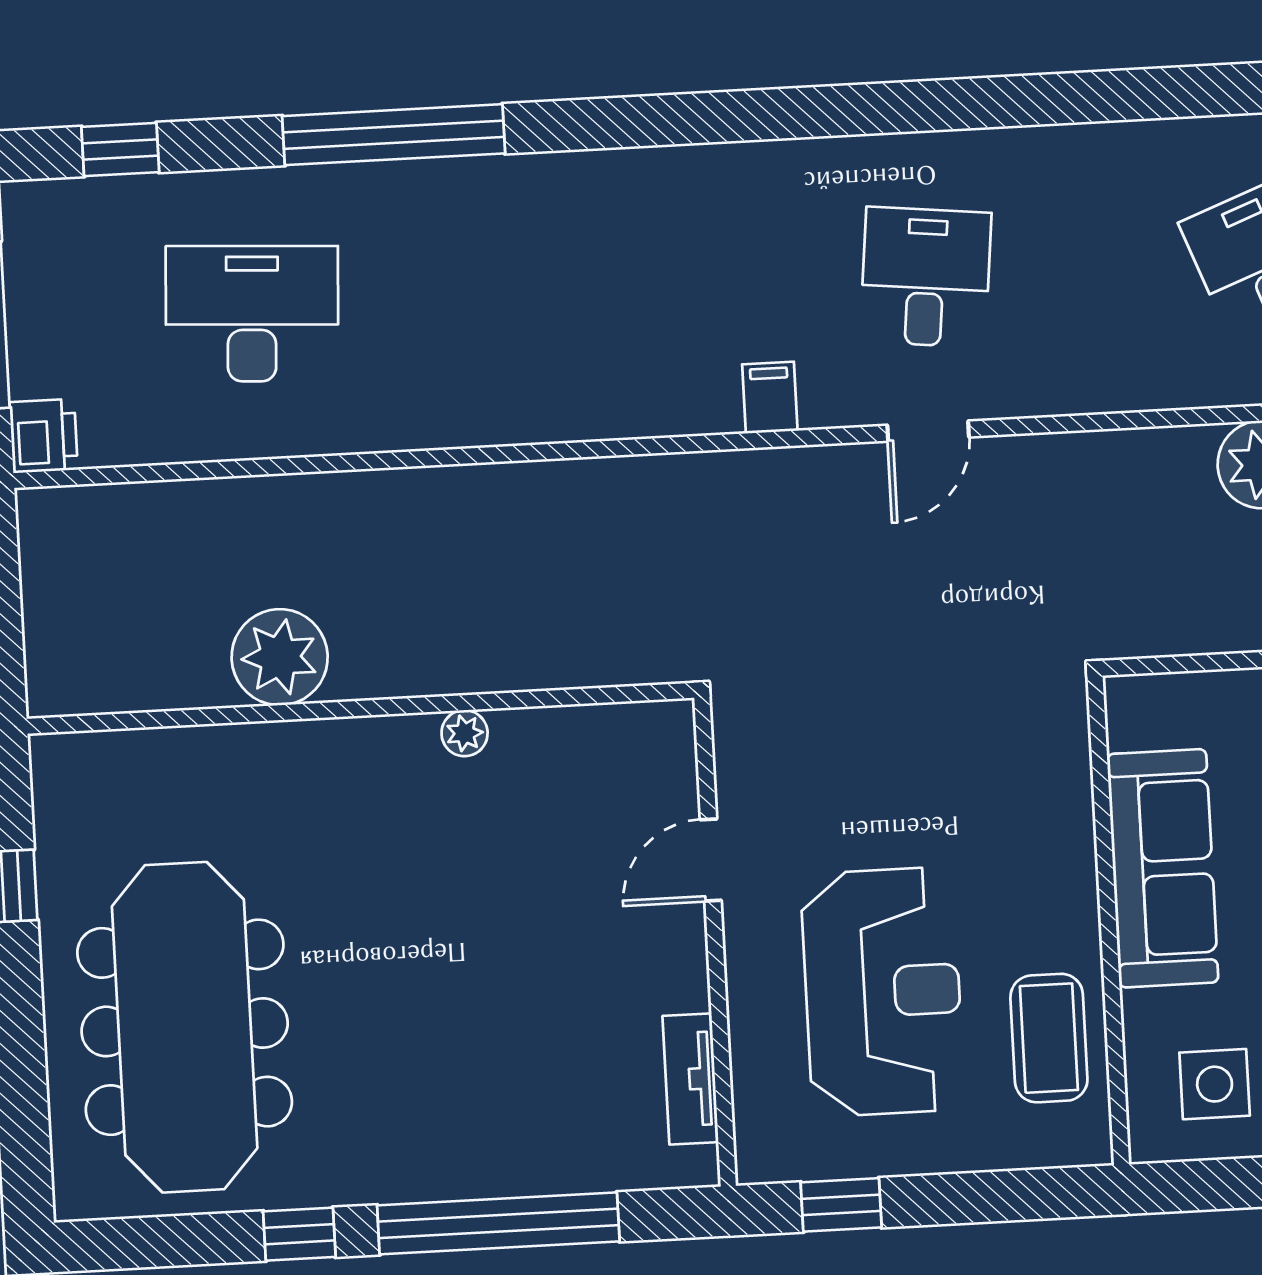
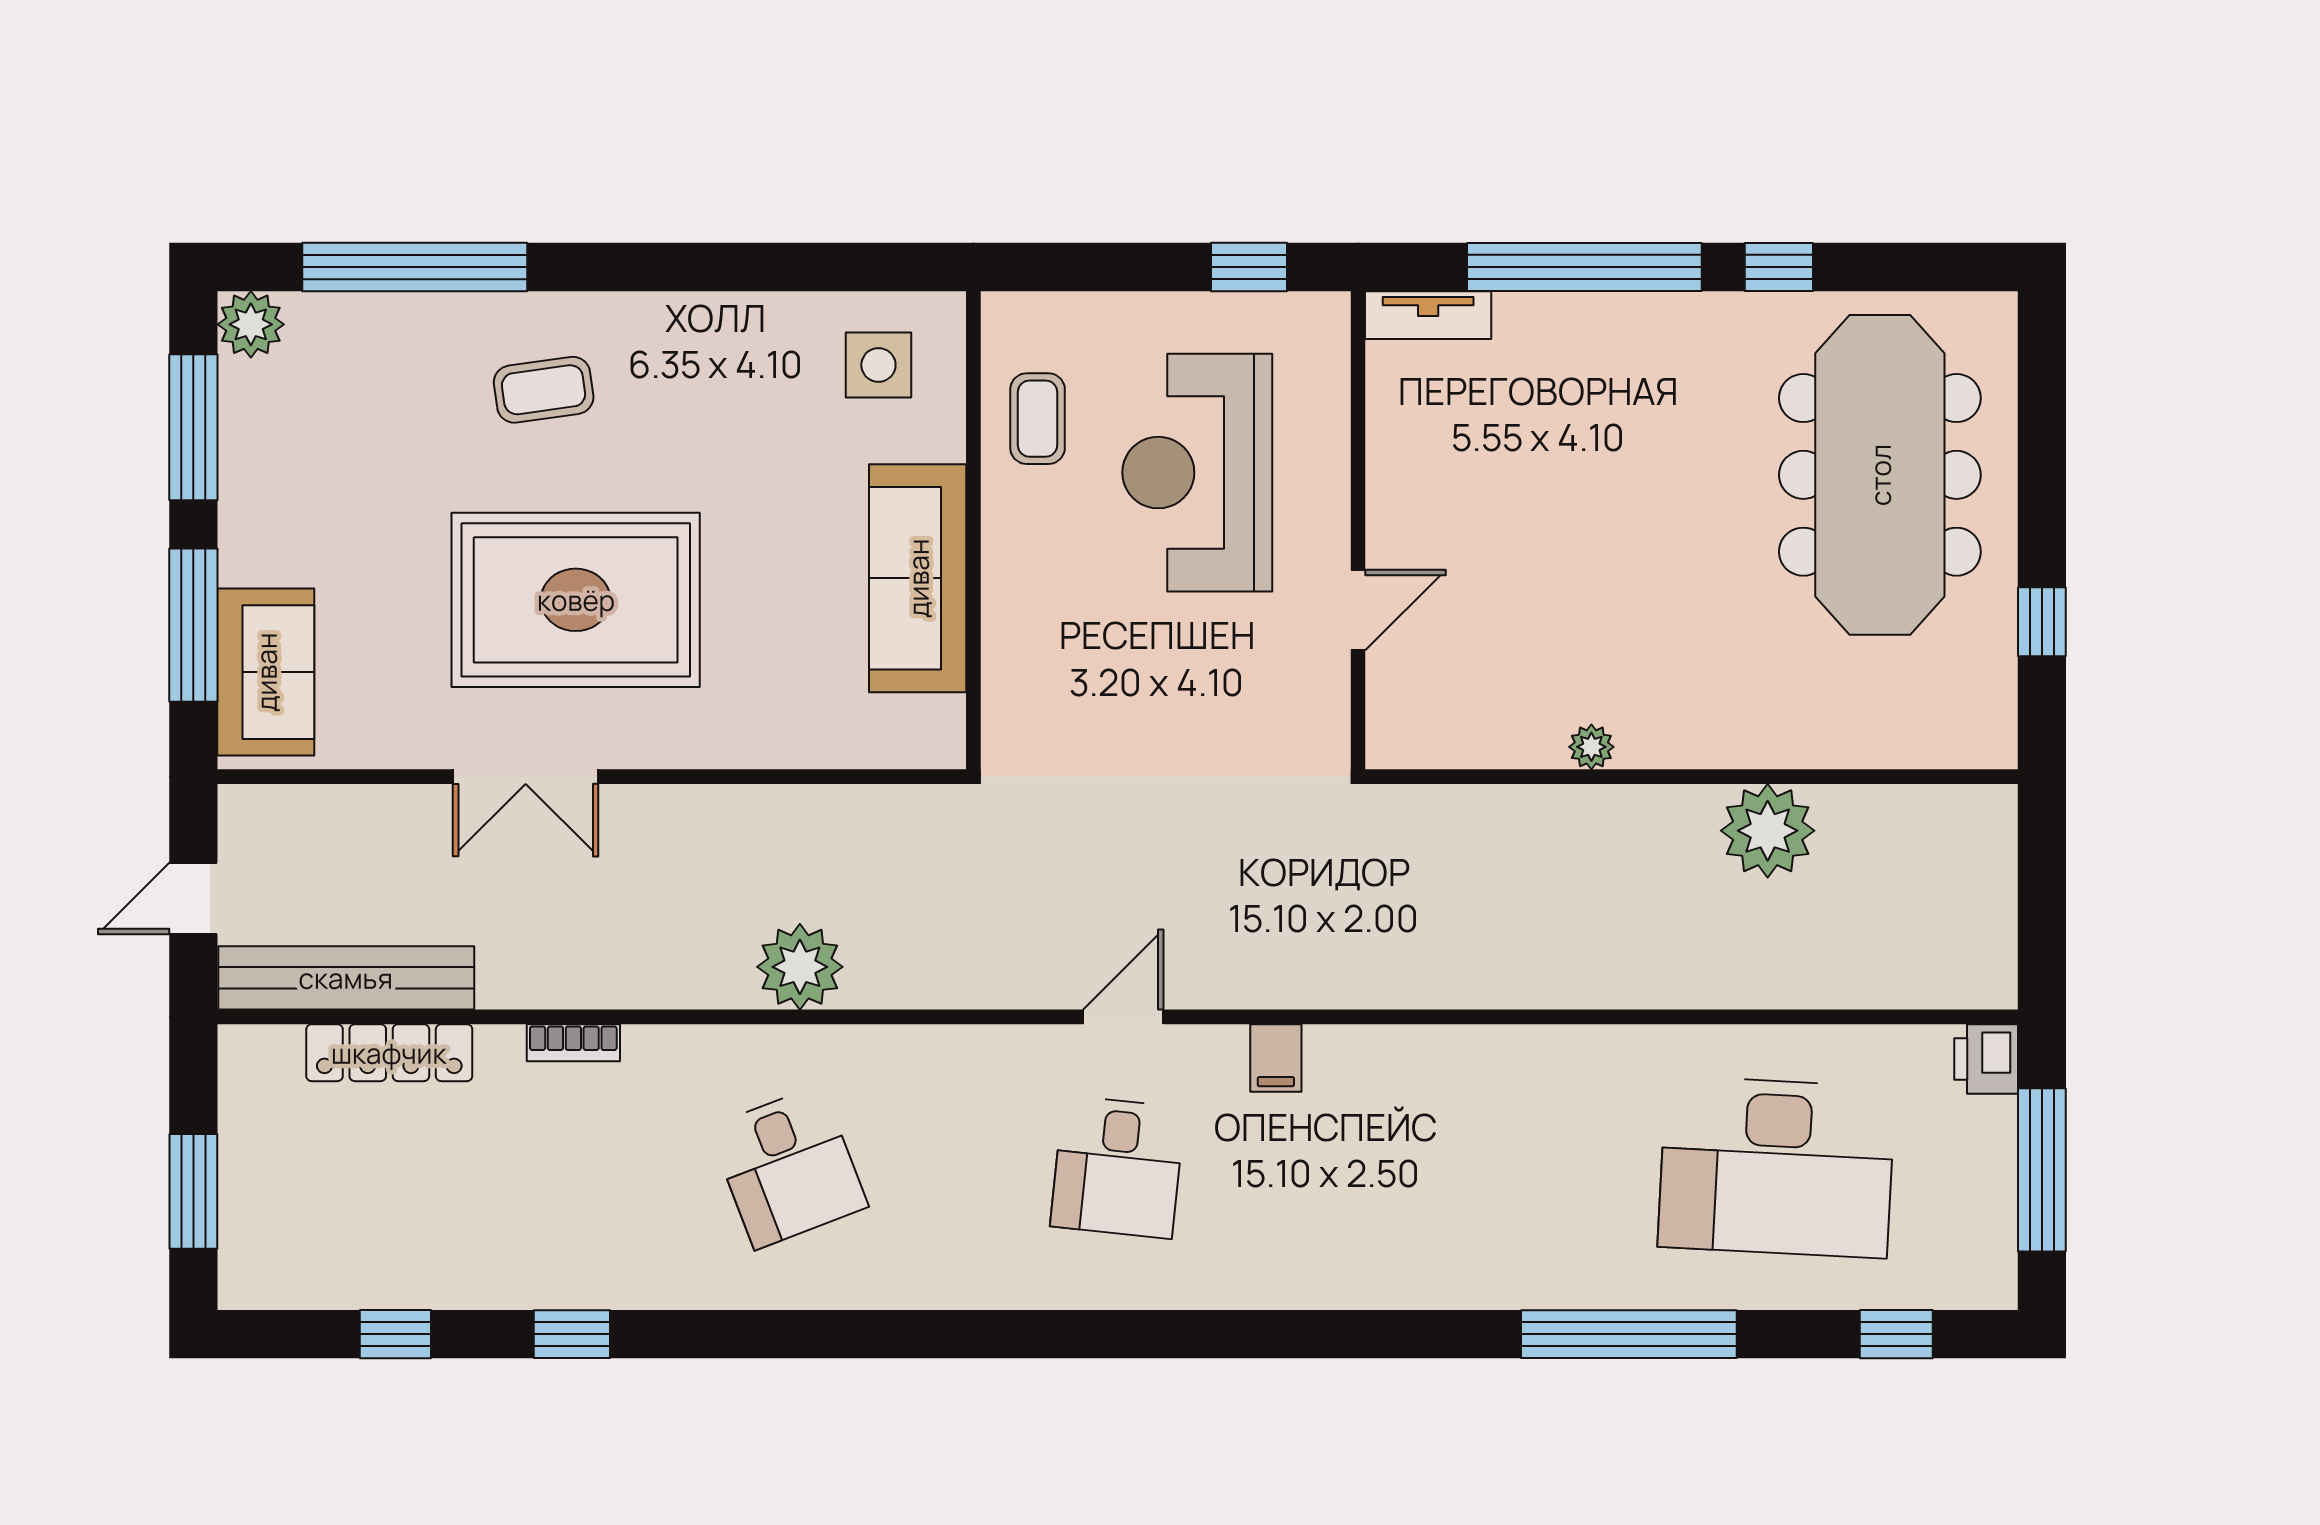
desk: (252, 314) -> (1776, 1167), width x1.36, depth x1.30
coffee table: (1049, 1038) -> (1038, 419), width x0.73, depth x0.77
tv unit: (691, 1079) -> (1428, 315), moved, turned 90

